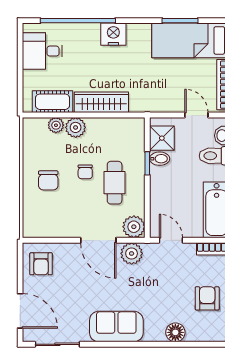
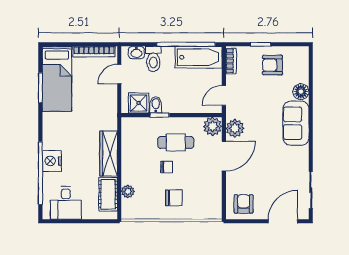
nightstand: (113, 34) -> (52, 161), moved
plant: (76, 127) -> (130, 175), removed
armchair: (41, 264) -> (244, 204), turned -90
sofa: (116, 327) -> (296, 123), moved

